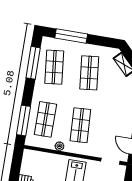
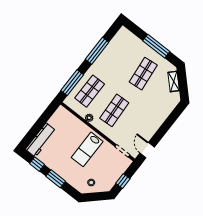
window: (71, 36) -> (156, 46), moved
window: (33, 63) -> (97, 51), moved
shop shelf: (54, 67) -> (119, 54), removed

